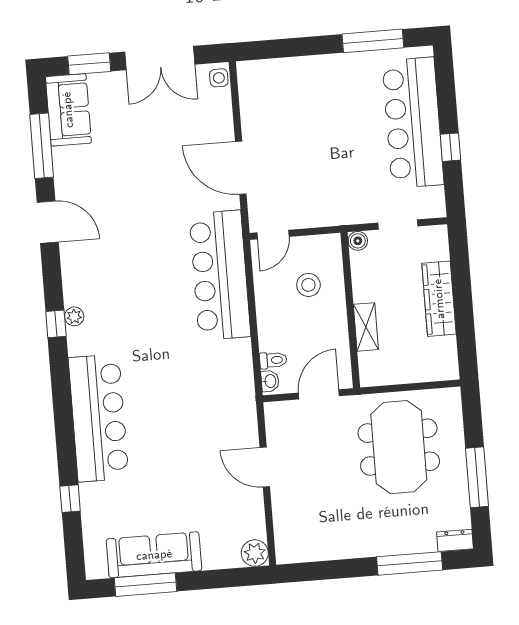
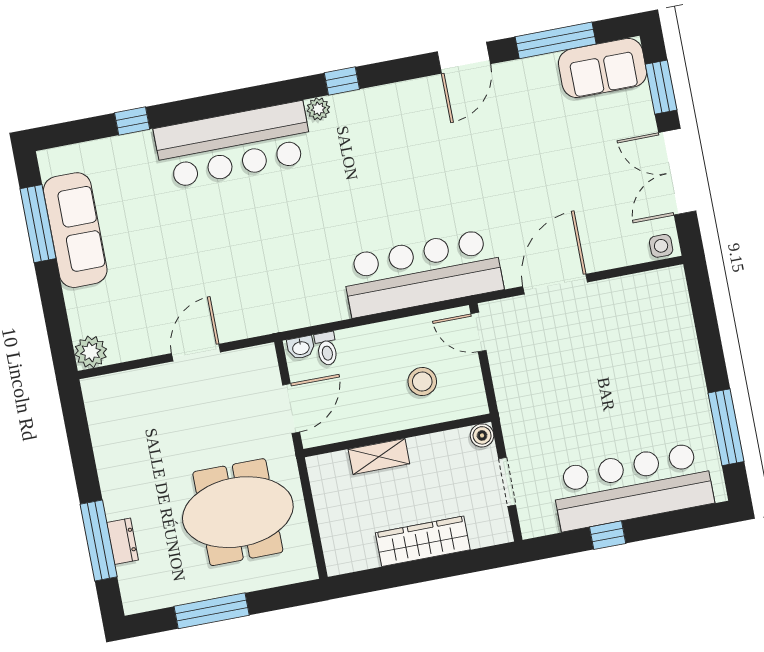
plant: (74, 316) -> (318, 109), moved
door: (319, 394) -> (291, 409), hinge flipped
dresser: (455, 540) -> (123, 541), moved

